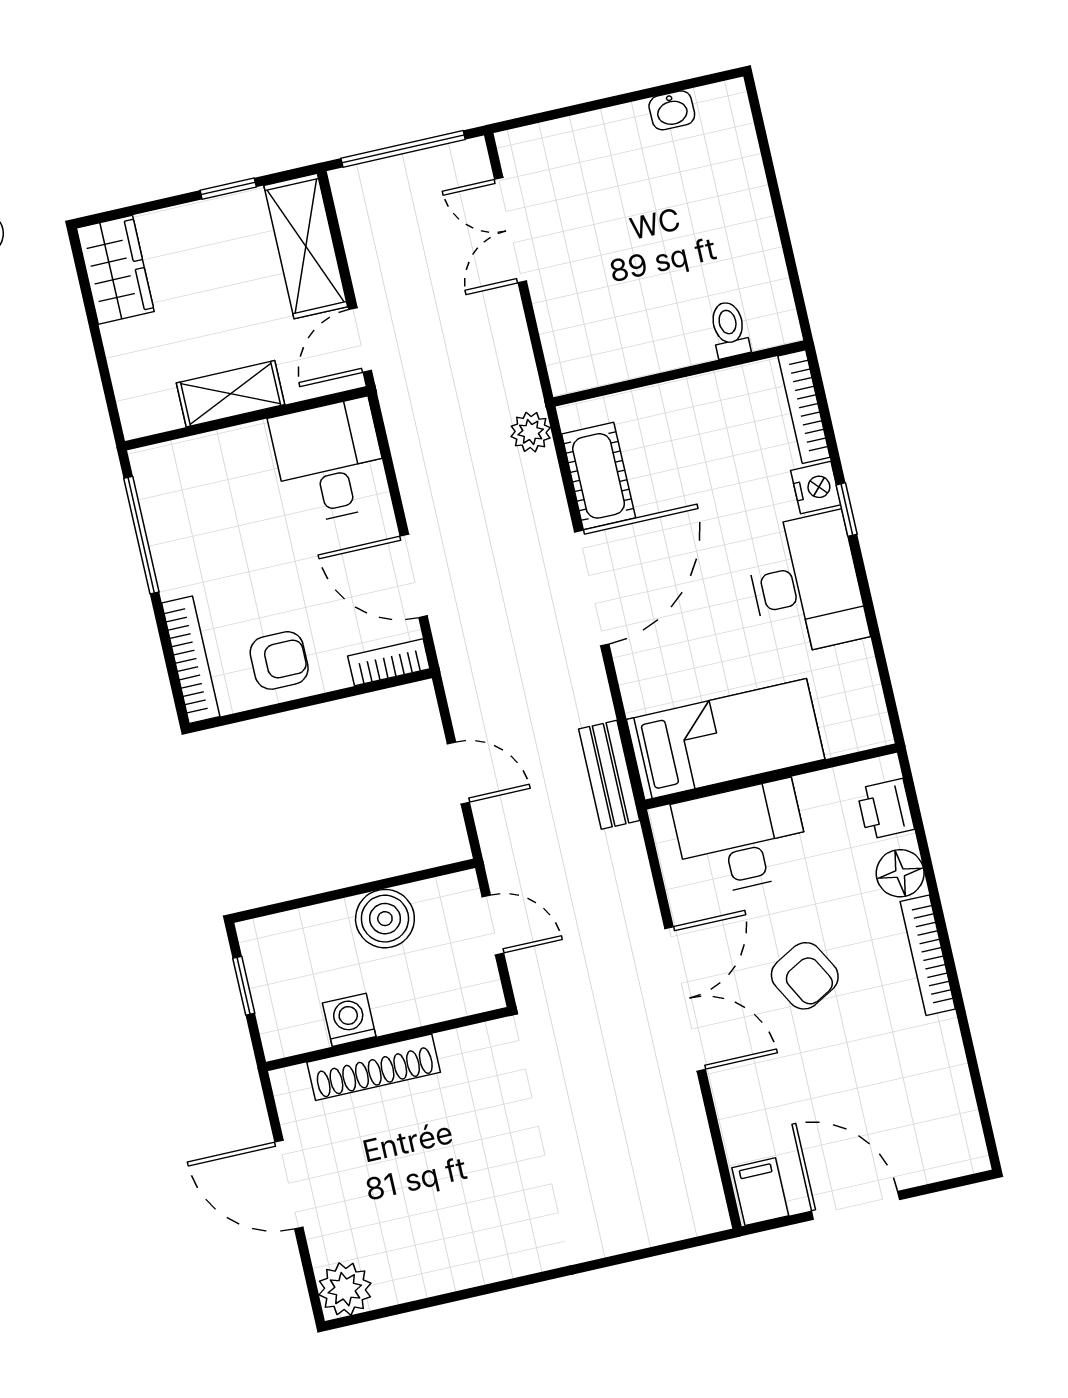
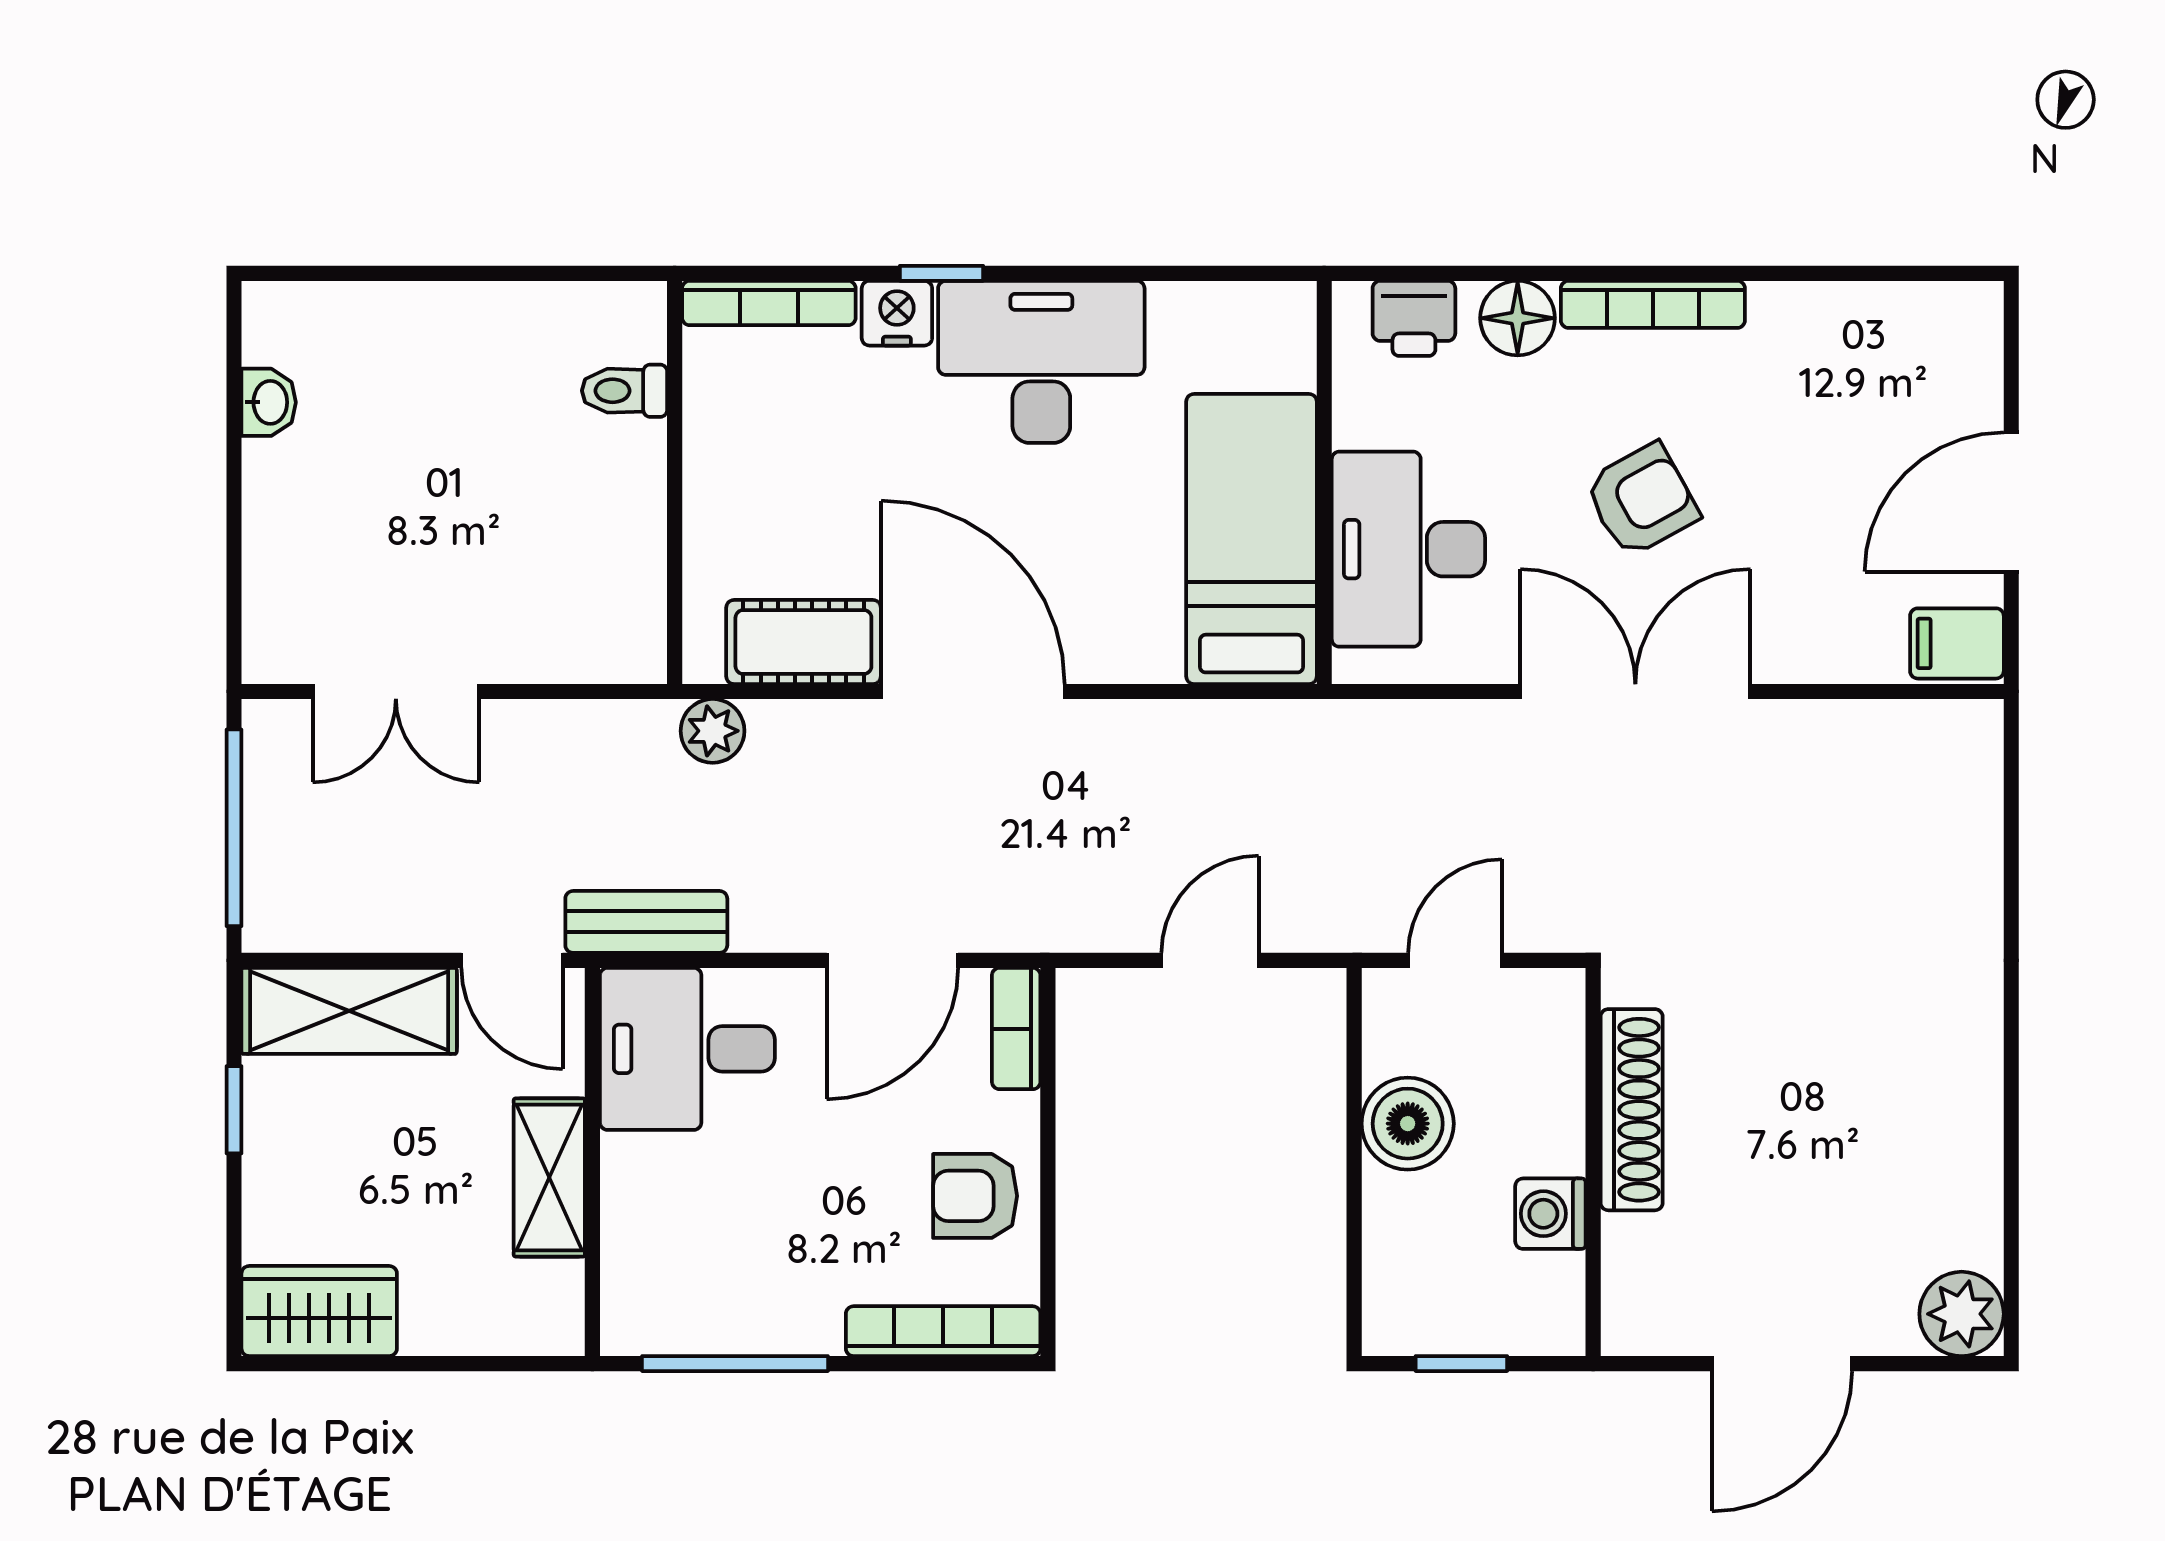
armchair: (279, 660) -> (975, 1196), turned -90
bench: (609, 775) -> (646, 922), moved
shoe rack: (374, 1067) -> (1632, 1110), moved

